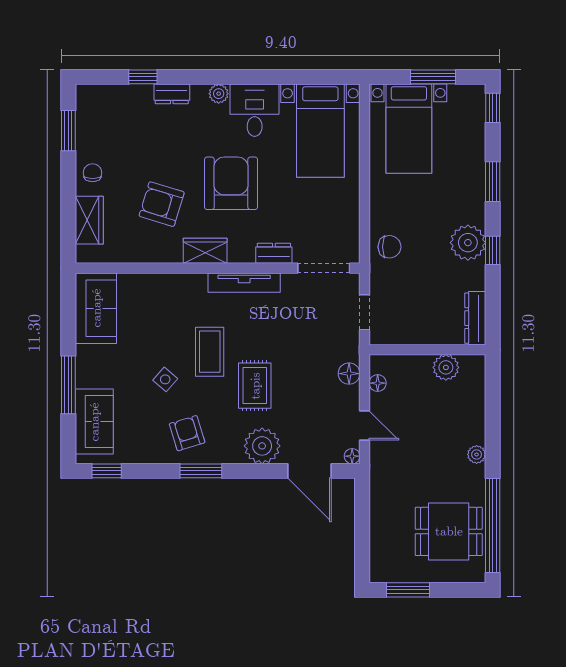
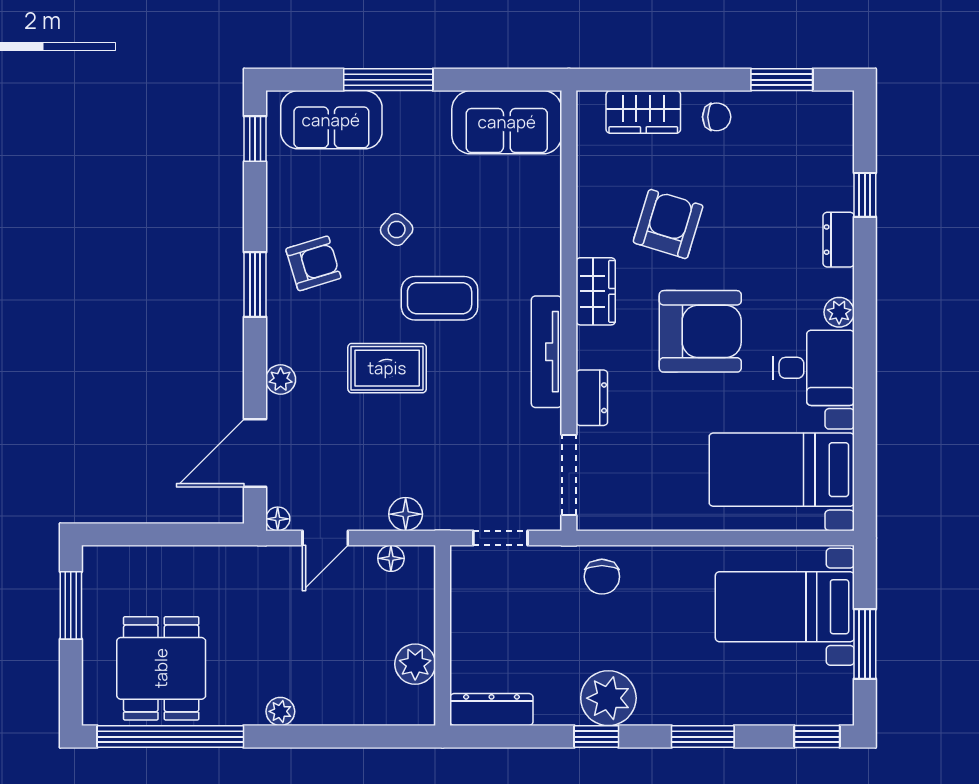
plant: (262, 446) -> (281, 379), width x0.53, depth x0.53

